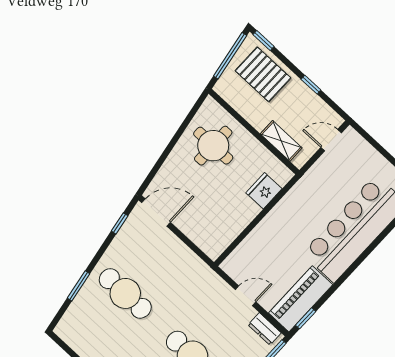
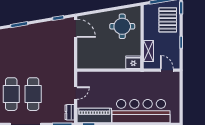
fridge: (264, 191) -> (133, 62), moved
cafe table: (125, 293) -> (33, 45), removed
door: (246, 296) -> (76, 93), hinge flipped

